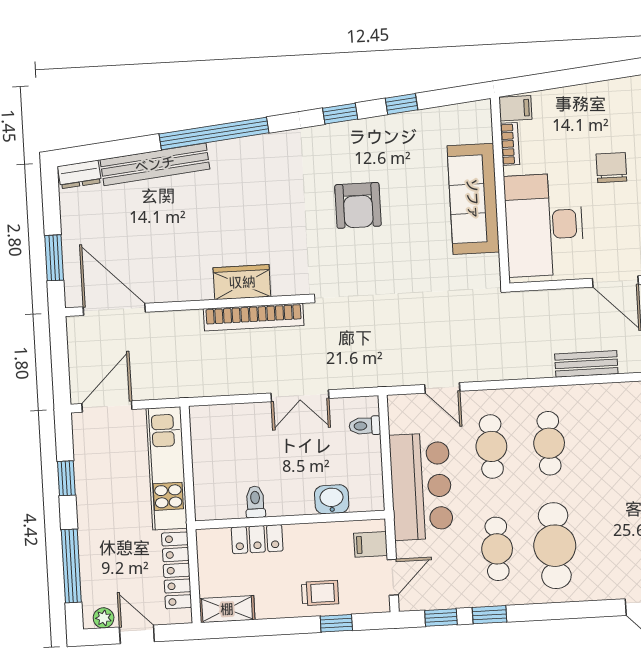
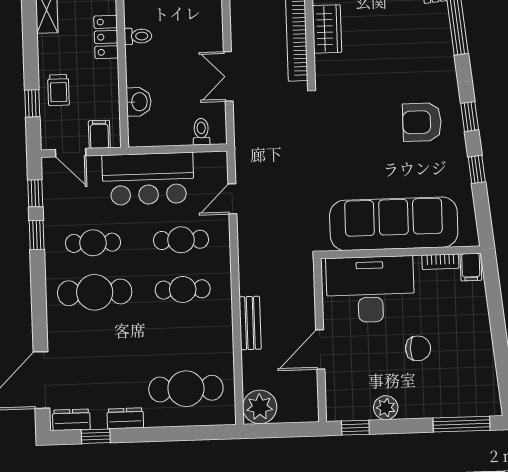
sofa: (473, 199) -> (394, 224), width x1.36, depth x1.27
armchair: (358, 205) -> (422, 122), moved

